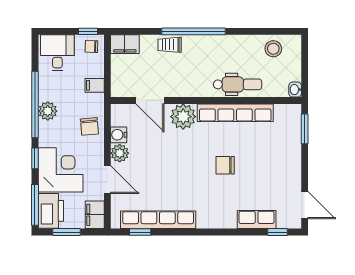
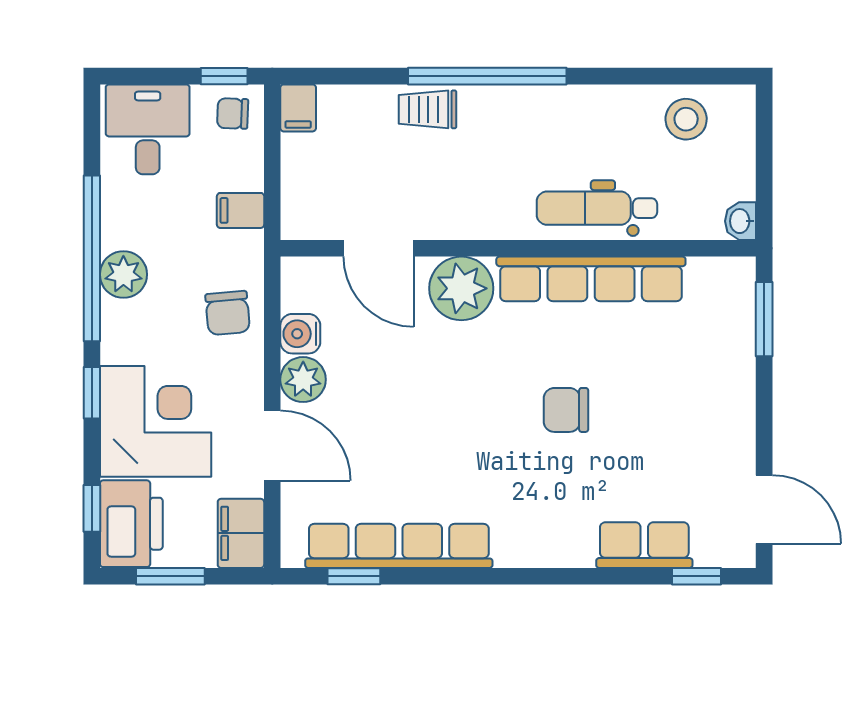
filing cabinet: (125, 44) -> (298, 108), width x0.50
dental chair: (238, 84) -> (597, 208), turned 180
window: (35, 205) -> (92, 508), width x0.46

